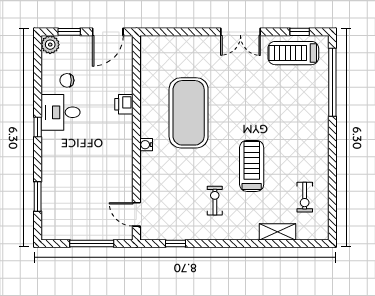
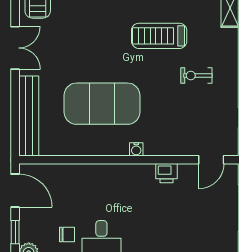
bench: (177, 45) -> (29, 116), added
chair: (67, 80) -> (67, 234), turned -90
printer: (124, 104) -> (167, 173), moved

